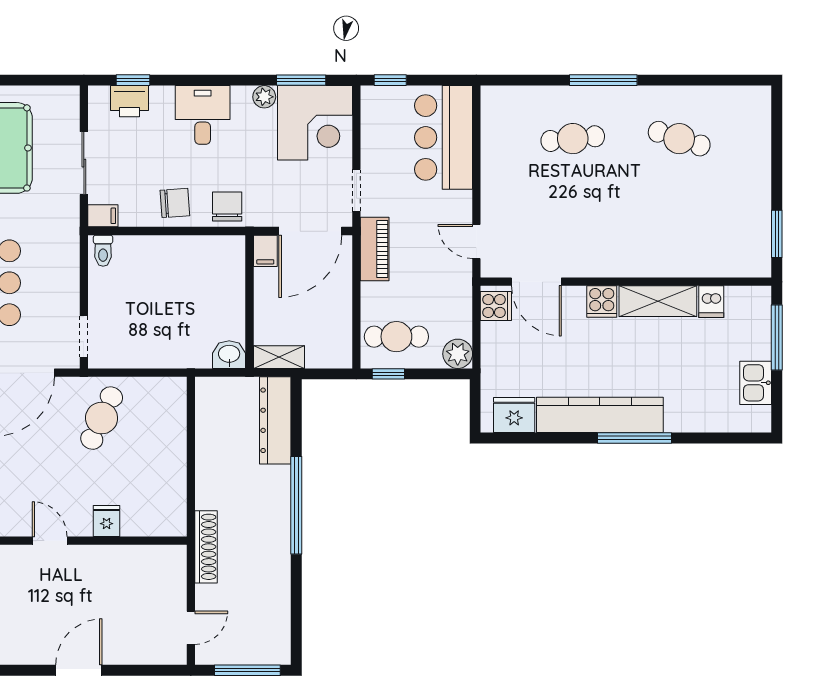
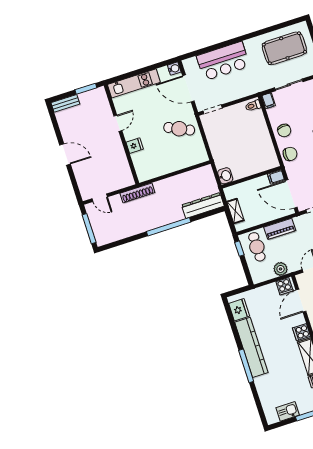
piano: (375, 249) -> (280, 229), moved
plant: (458, 354) -> (281, 269), moved
shelving: (279, 357) -> (235, 211), moved

